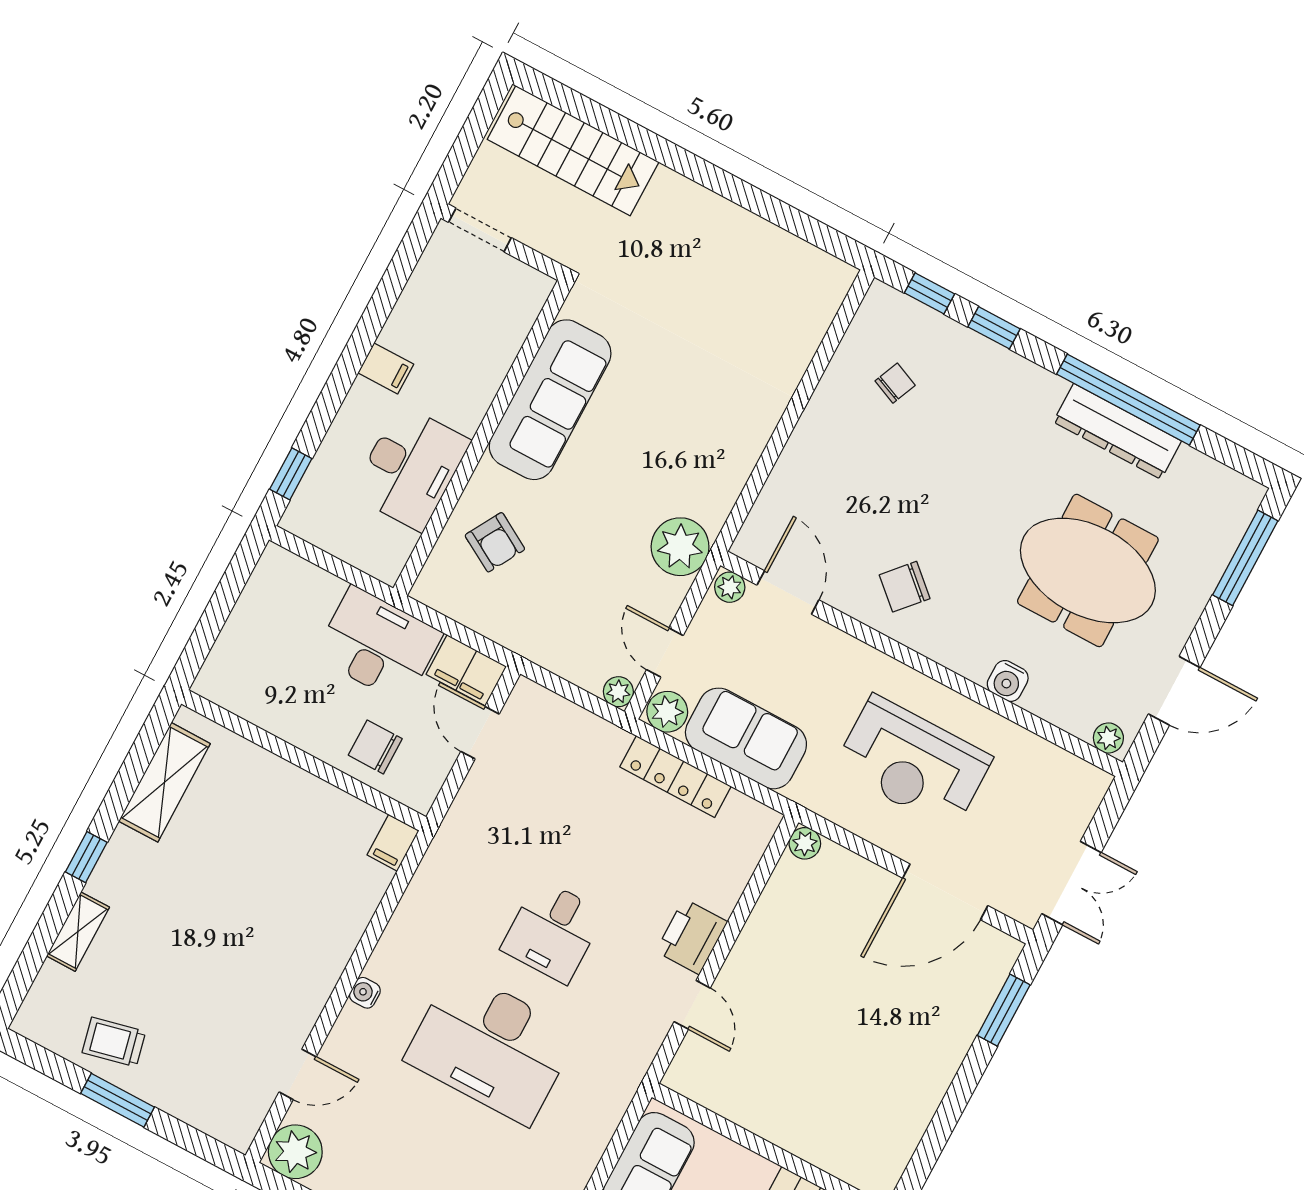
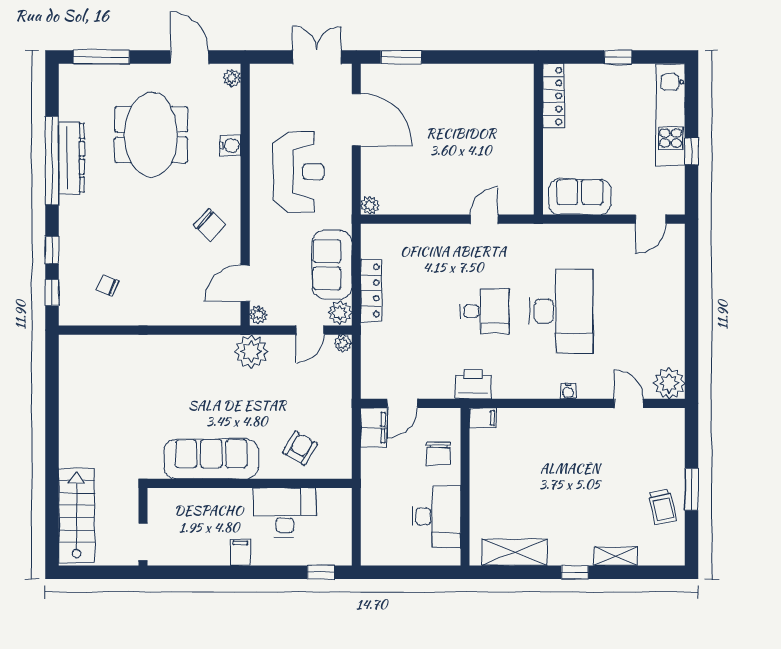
desk: (378, 645) -> (436, 516), moved, turned 180
printer: (692, 937) -> (473, 384), moved, turned 180

